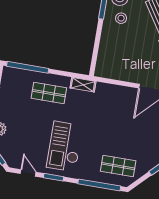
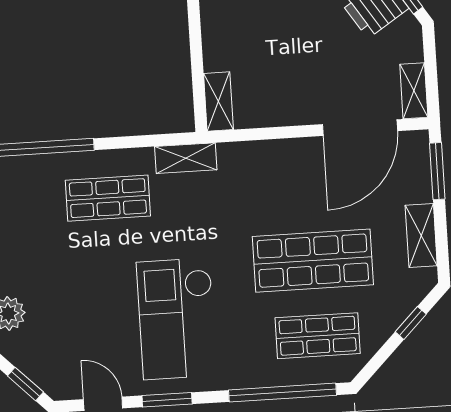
shelving: (101, 65) -> (218, 101), added
shop shelf: (123, 136) -> (313, 261), added

